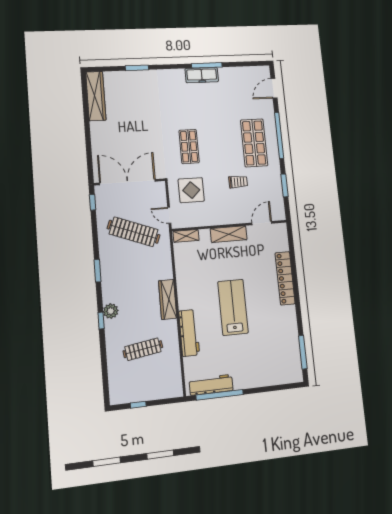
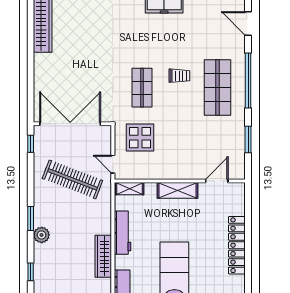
door: (274, 88) -> (248, 24), hinge flipped
trolley: (238, 182) -> (179, 76), moved
workbench: (183, 276) -> (122, 233), added
plant: (111, 311) -> (42, 235), moved

